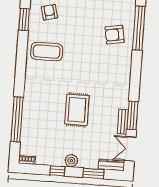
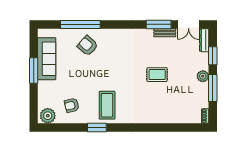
window: (24, 19) -> (97, 127), moved
armchair: (115, 35) -> (88, 46), turned 141
rug: (77, 110) -> (157, 75), width x0.73, depth x0.70
window: (17, 119) -> (169, 127), removed
window: (57, 171) -> (213, 88), width x2.17

